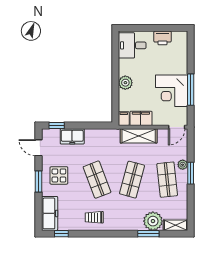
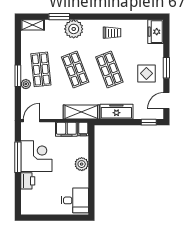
printer: (163, 38) -> (28, 181), moved, turned 90
freezer: (72, 136) -> (116, 112), moved, width x1.40
shelving: (139, 136) -> (81, 112), moved
door: (39, 148) -> (166, 101), swing flipped
shop shelf: (132, 180) -> (75, 69), turned -36
freezer: (50, 213) -> (156, 32), width x0.71
plant: (153, 221) -> (74, 29), moved
window: (61, 234) -> (144, 17), removed

